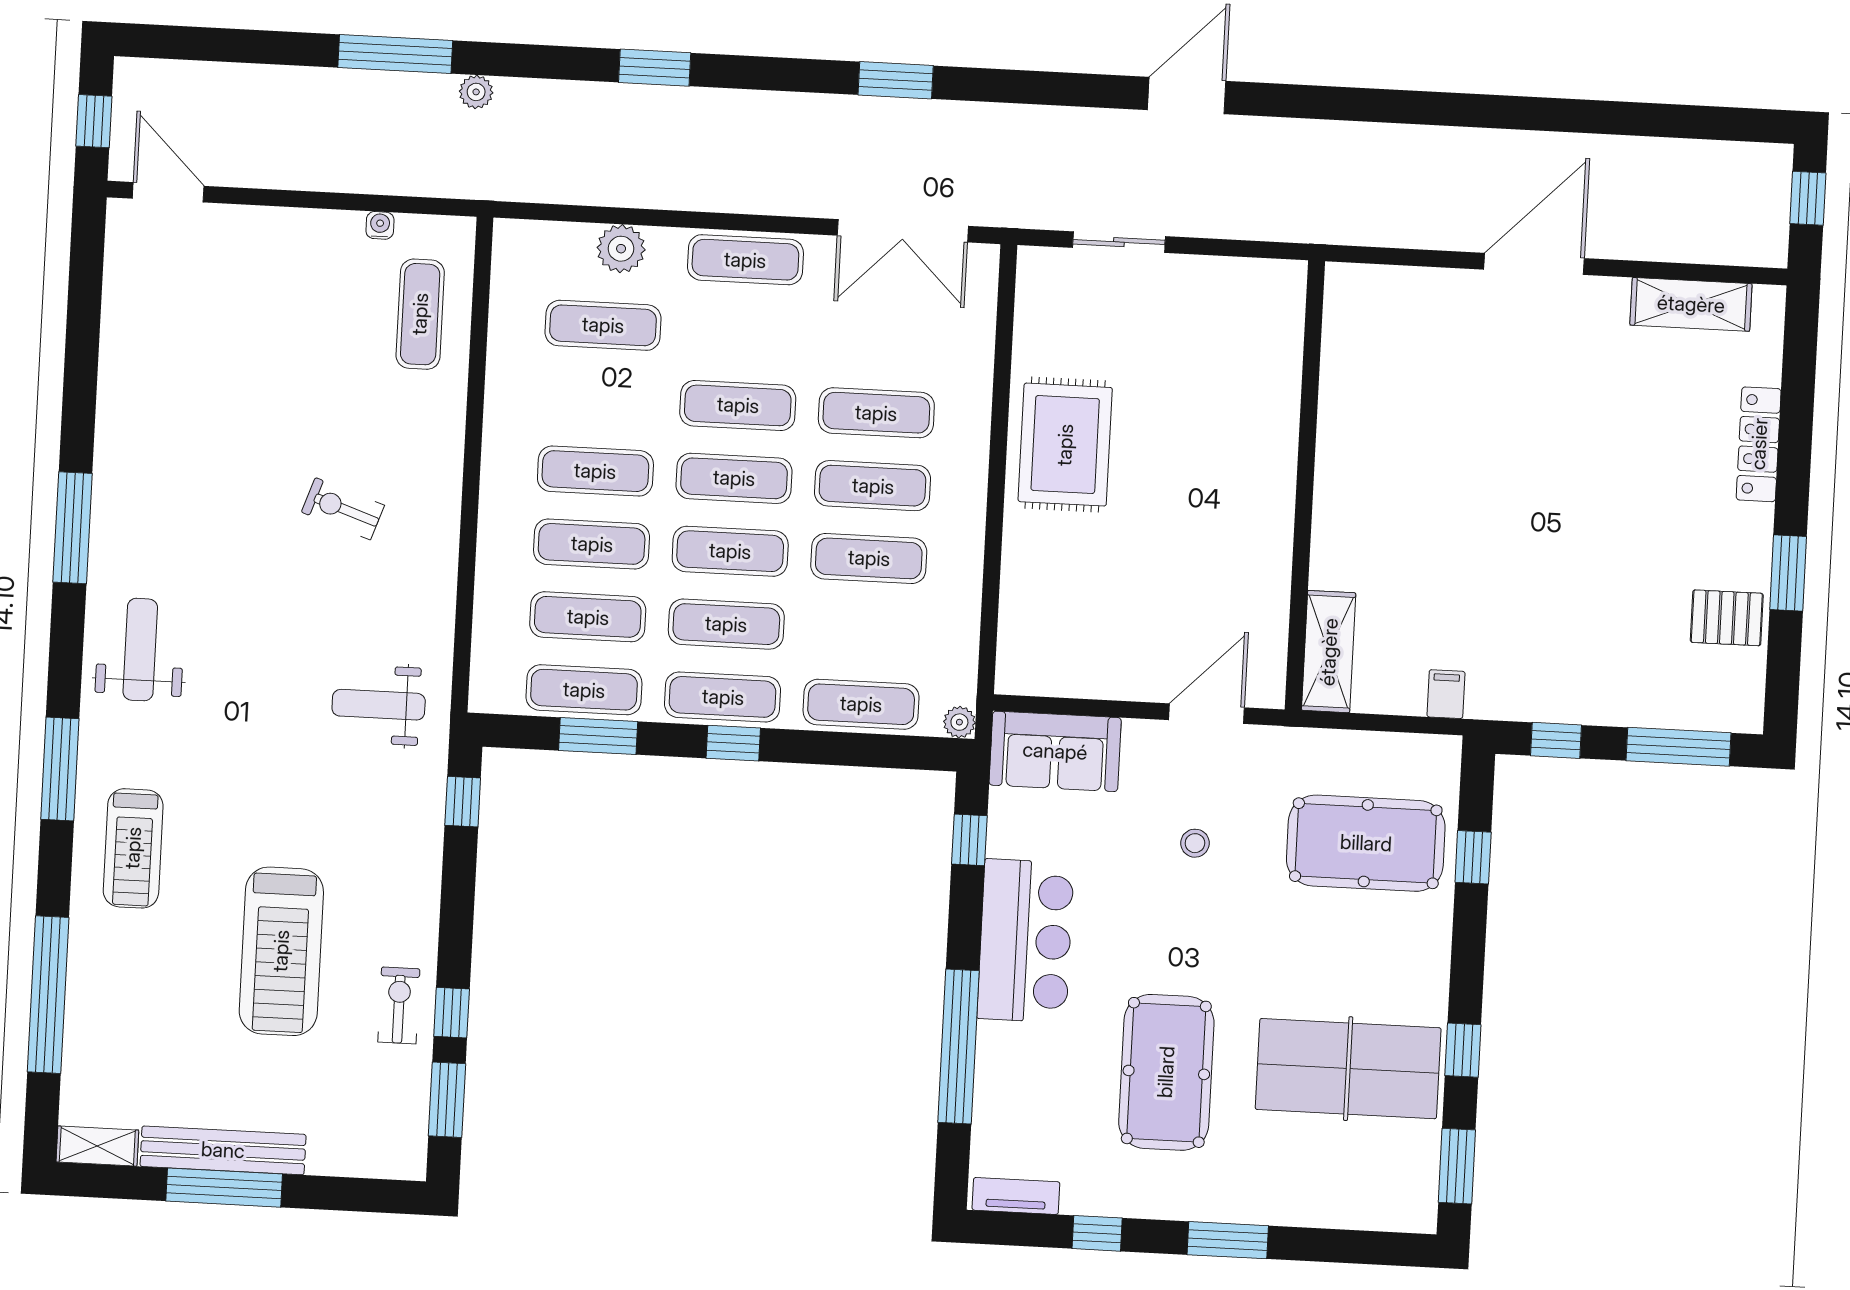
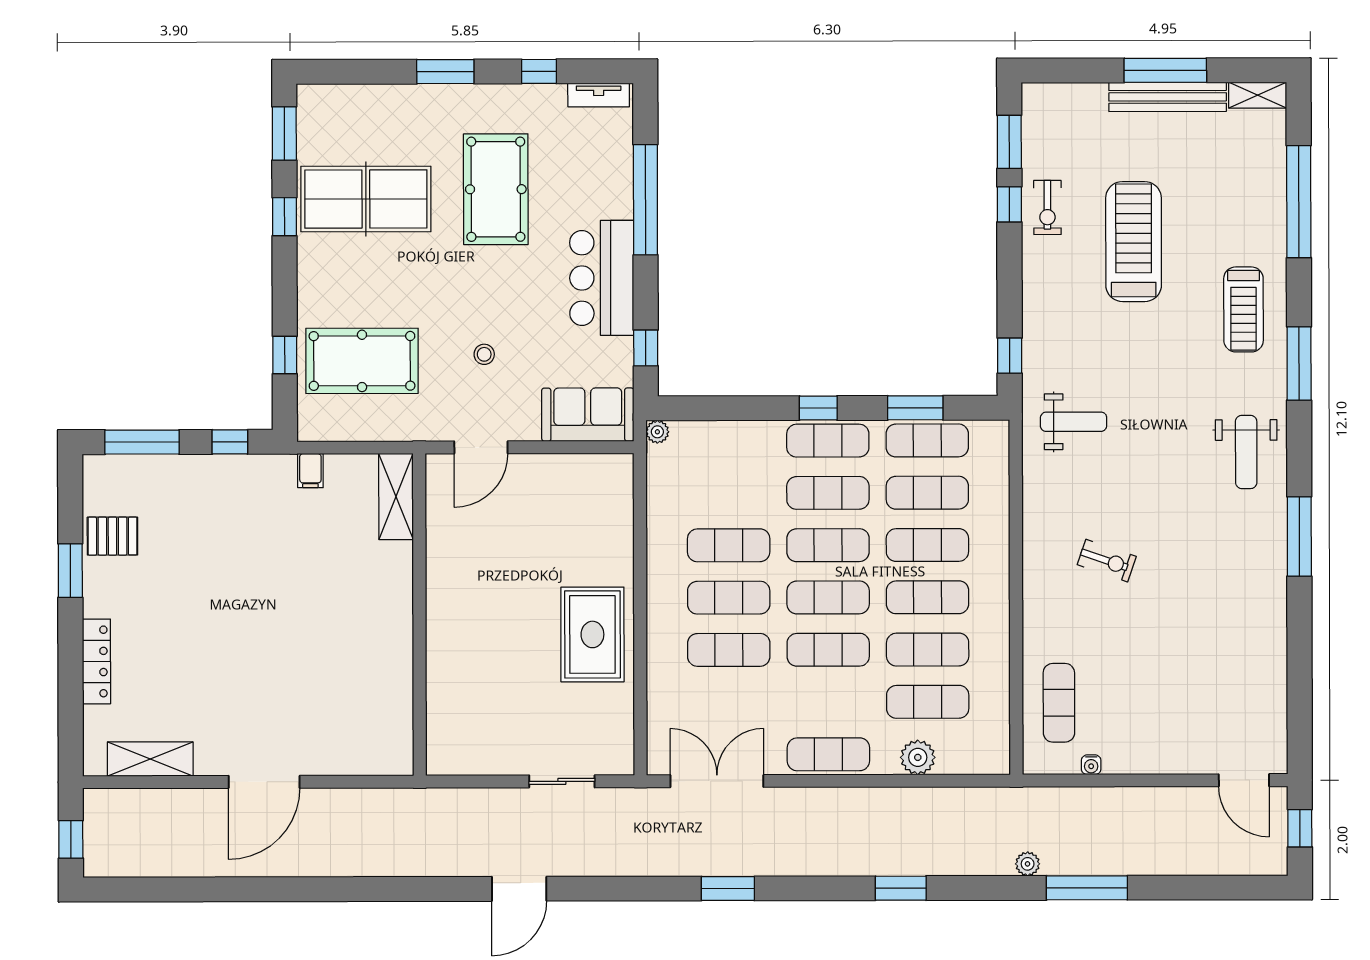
exercise mat: (861, 704) -> (928, 650), moved
treadmill: (133, 848) -> (1244, 309), turned 180

